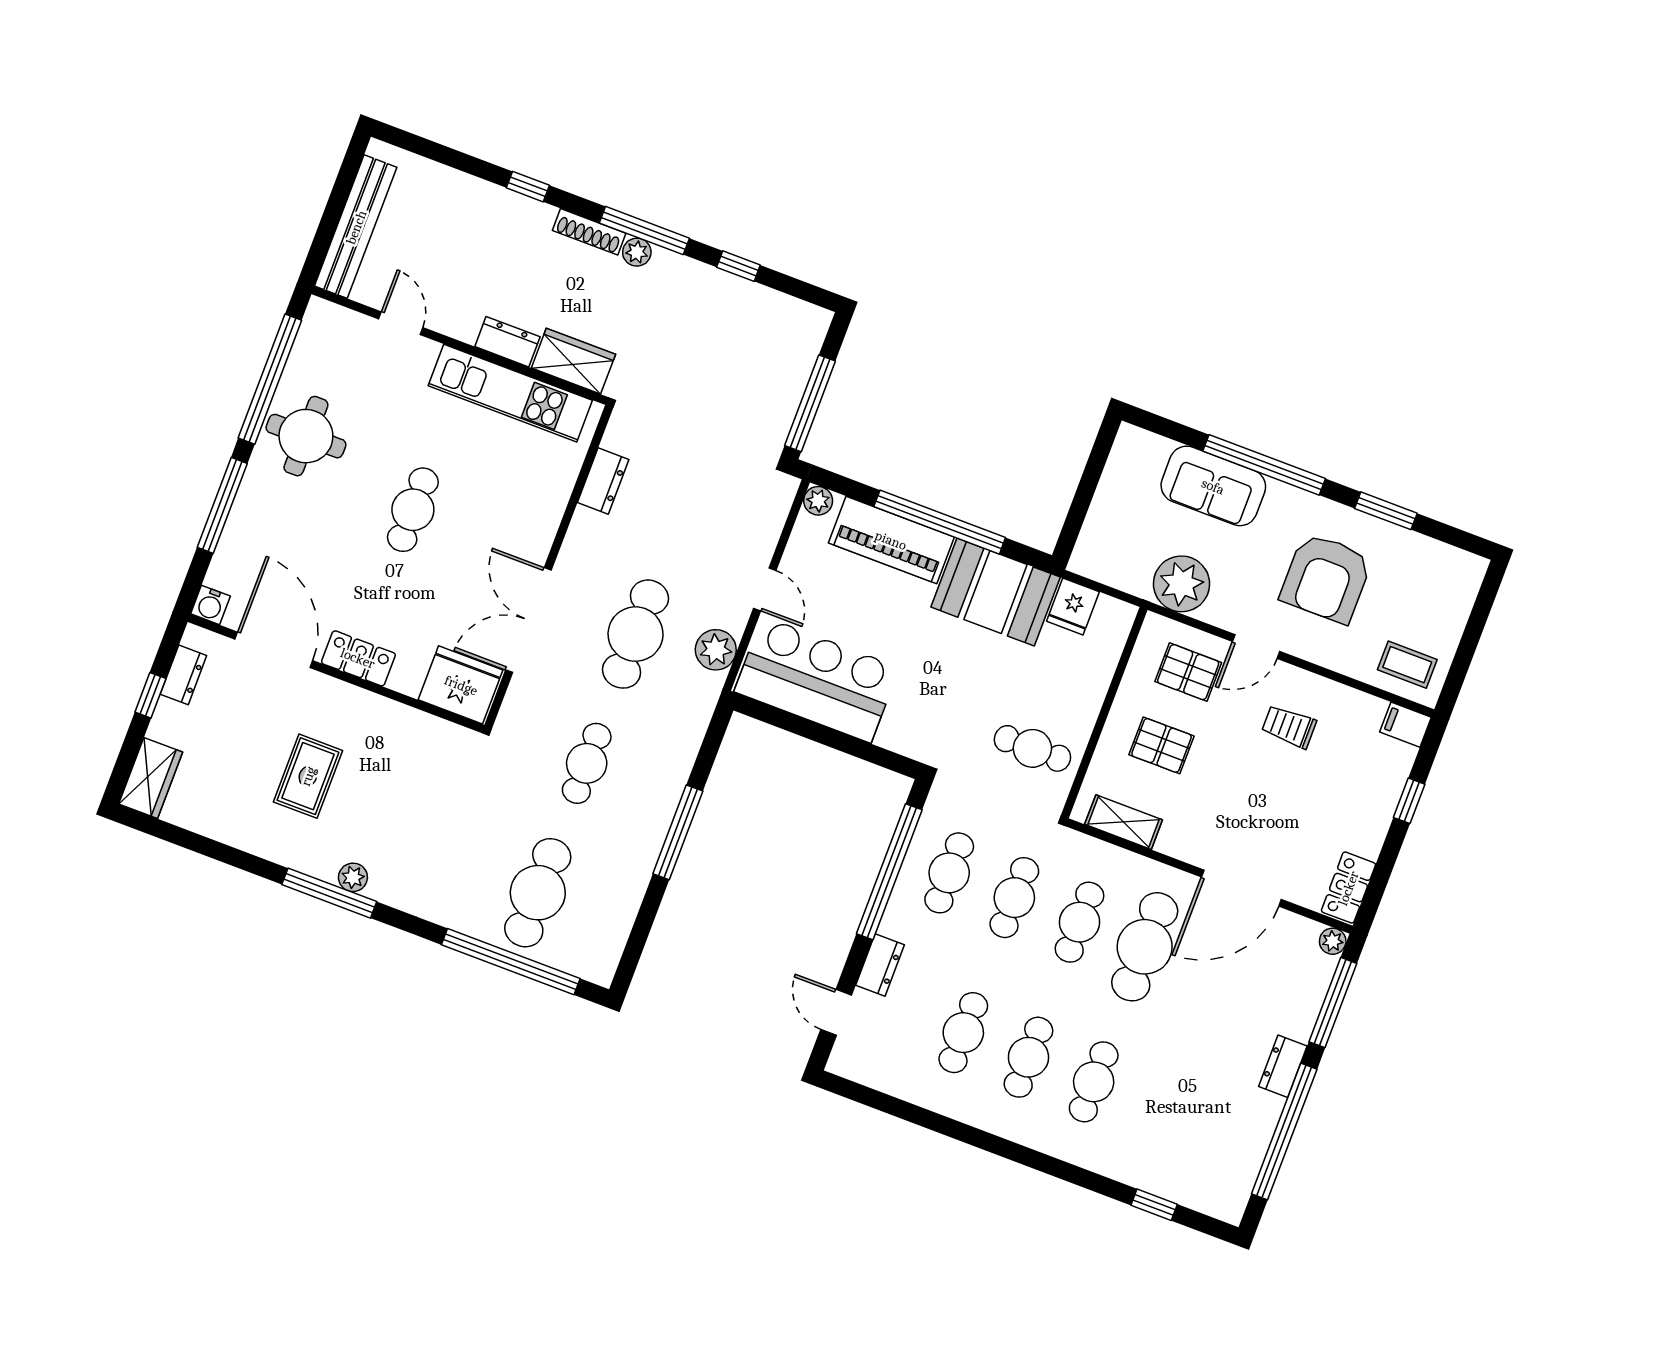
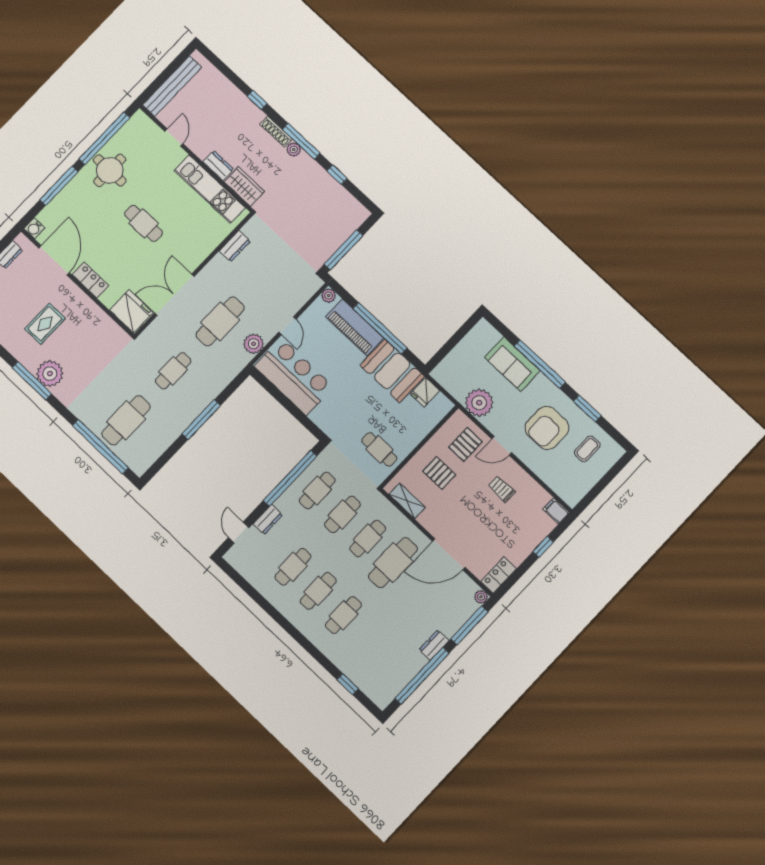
cafe table: (413, 510) -> (144, 223), turned 90
coffee table: (1407, 665) -> (587, 449), moved, turned 90
pallet: (1188, 672) -> (466, 444), turned 90
plant: (353, 877) -> (50, 374), width x1.88, depth x1.88

